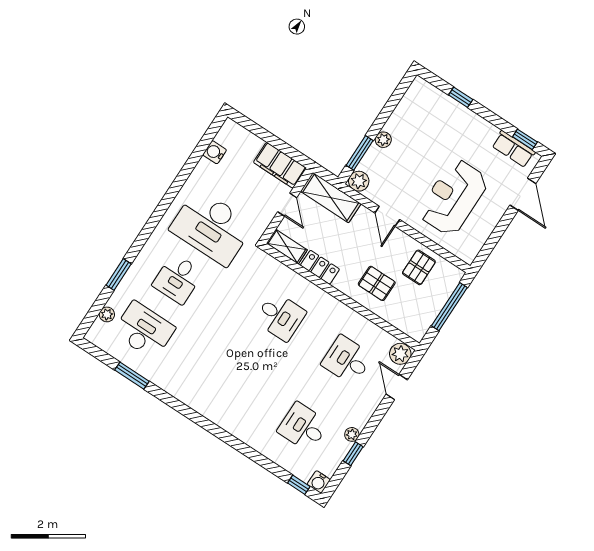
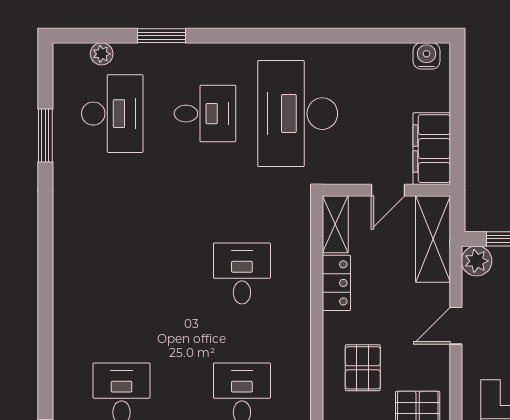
water cooler: (215, 152) -> (427, 56), moved
desk: (178, 279) -> (205, 114), turned 180
desk: (280, 316) -> (242, 273), turned 180

